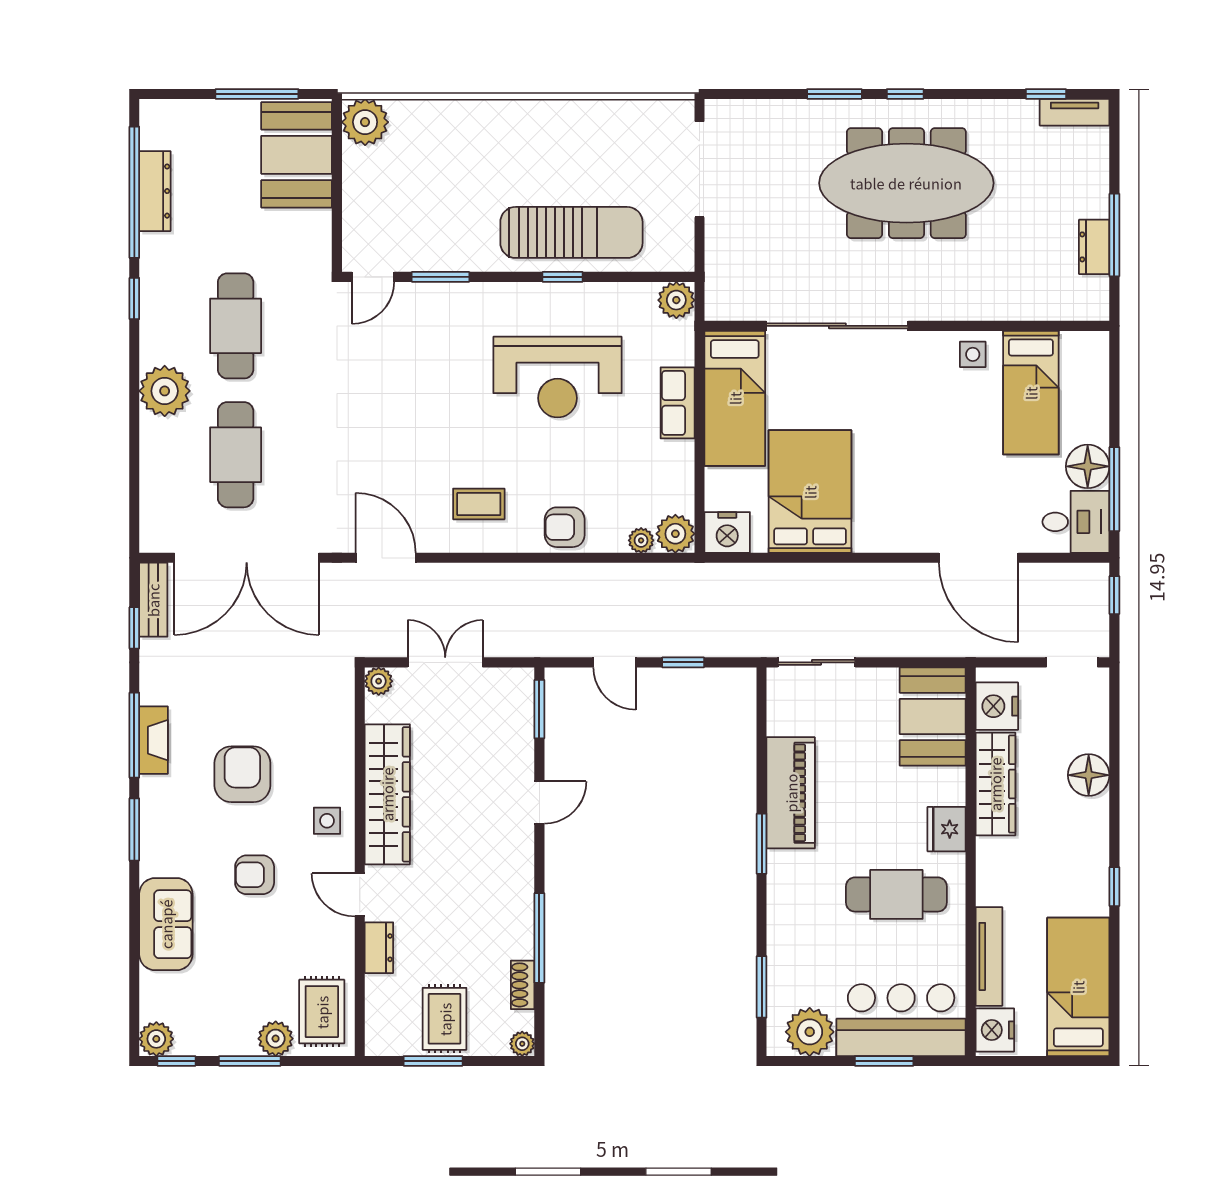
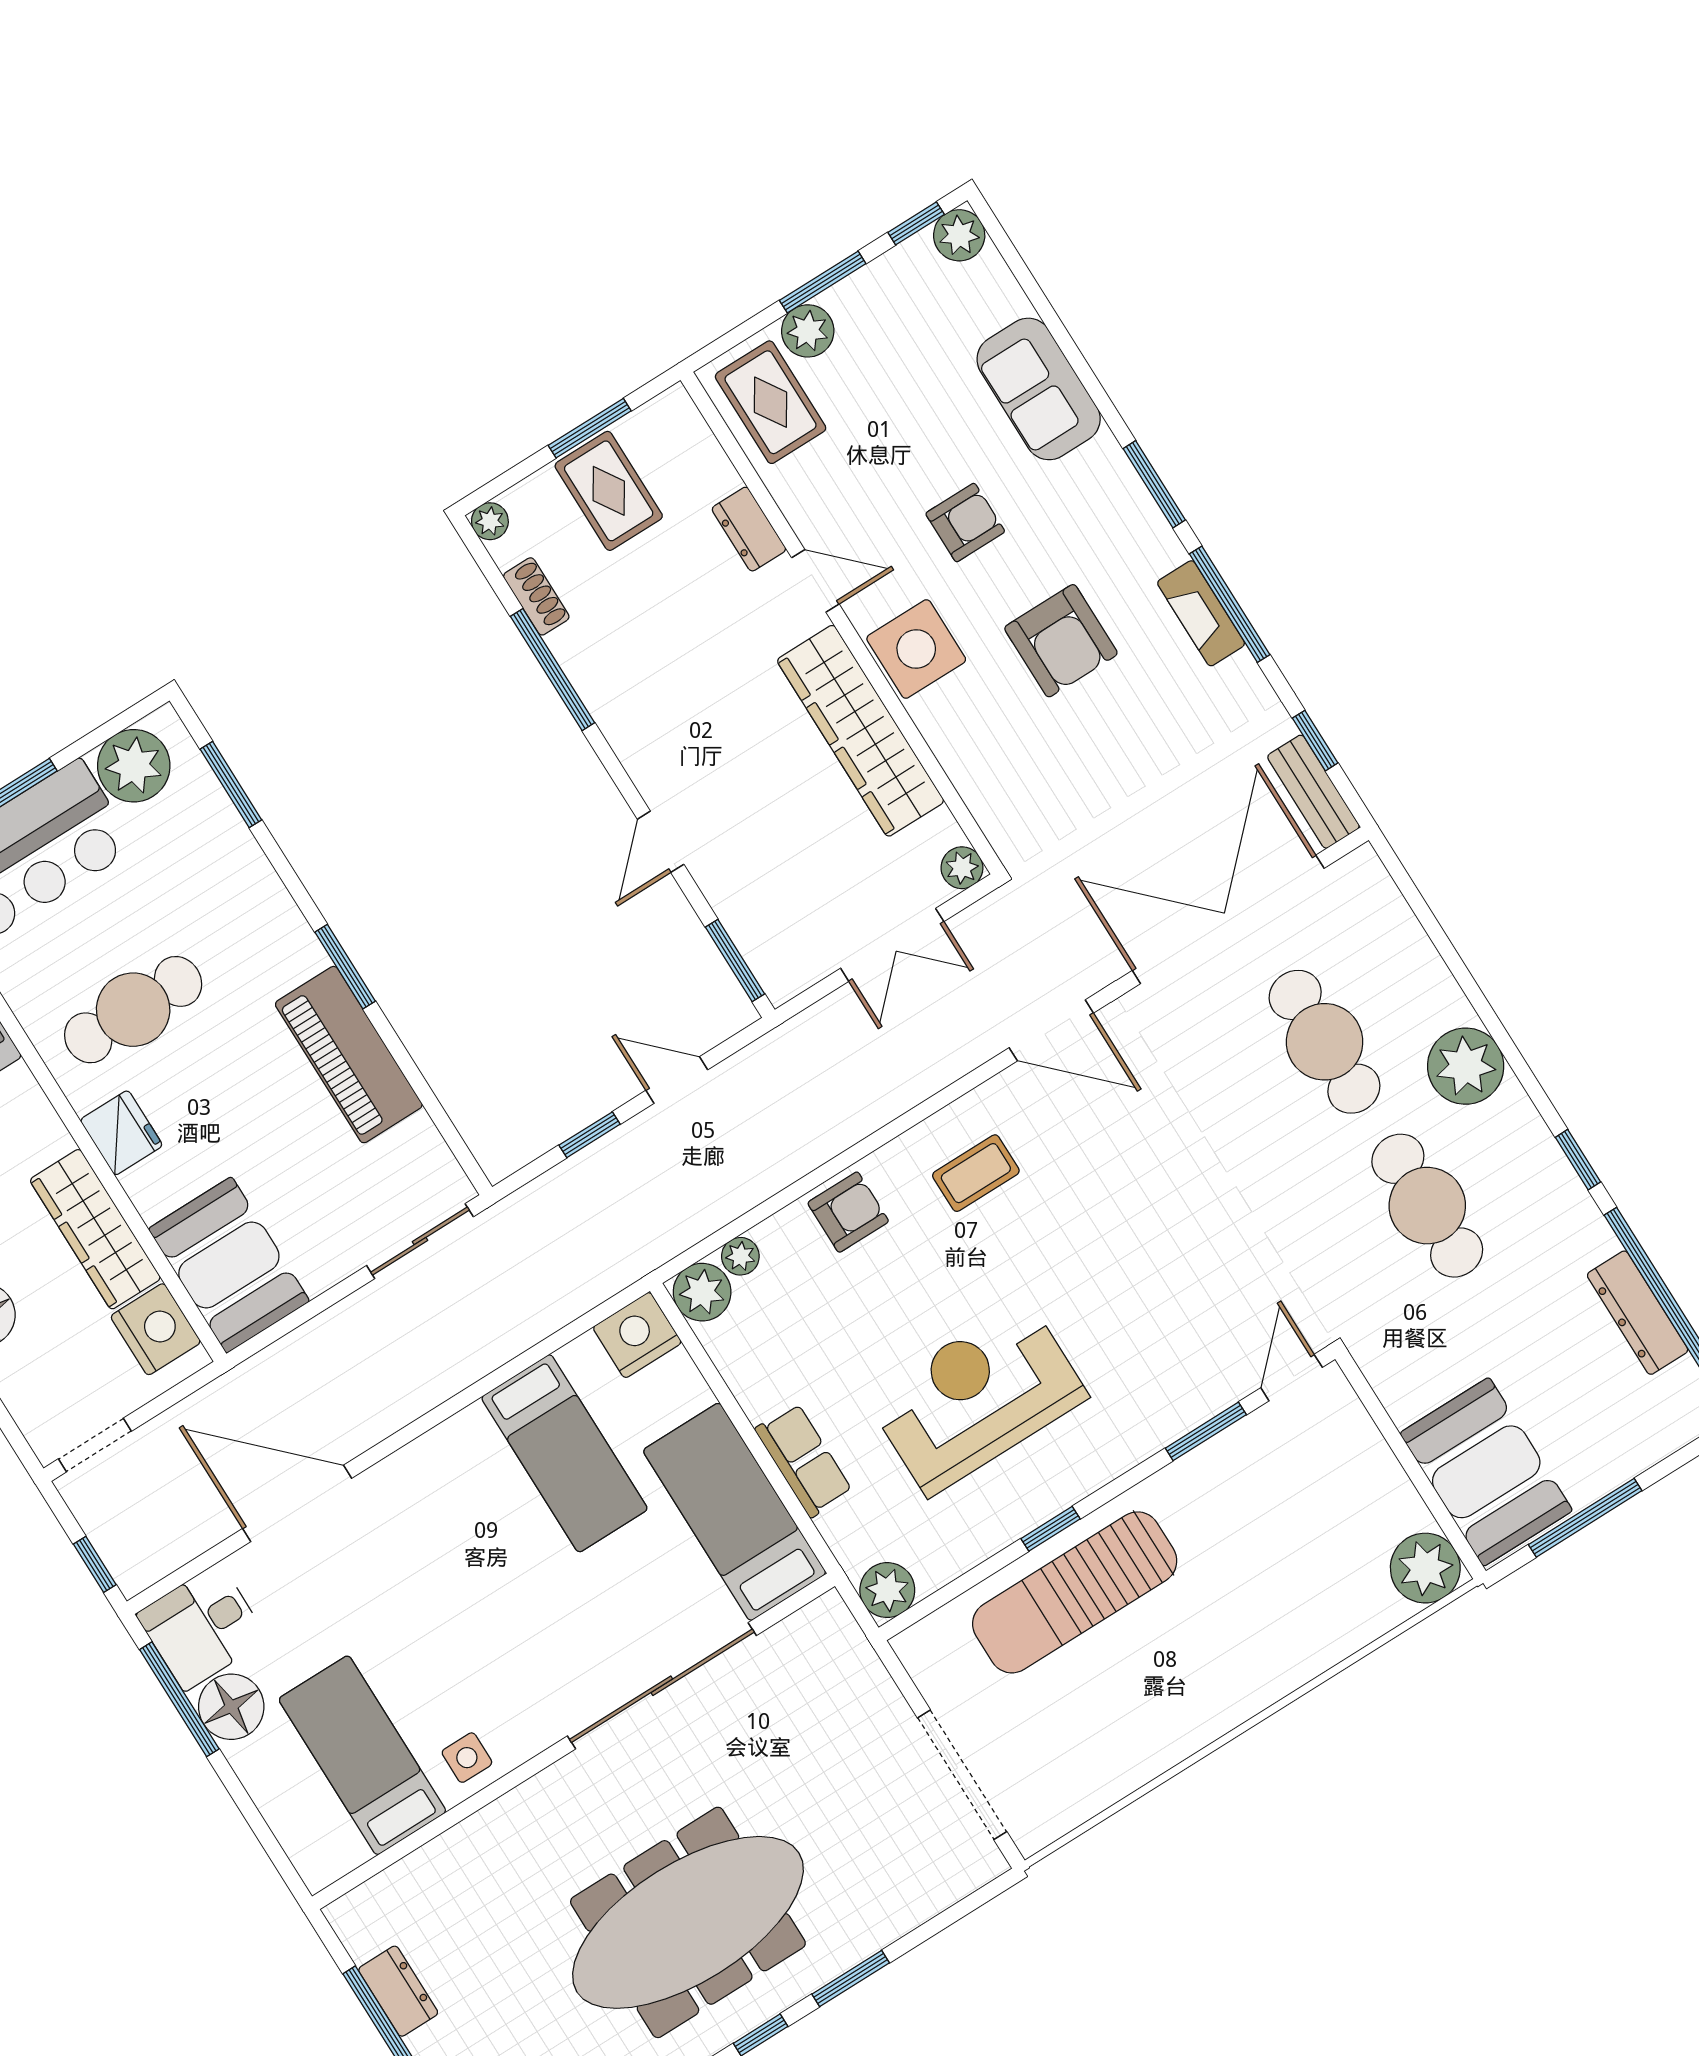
bed: (810, 492) -> (564, 1453), width x0.67
side table: (327, 821) -> (916, 649), width x1.87, depth x1.87

